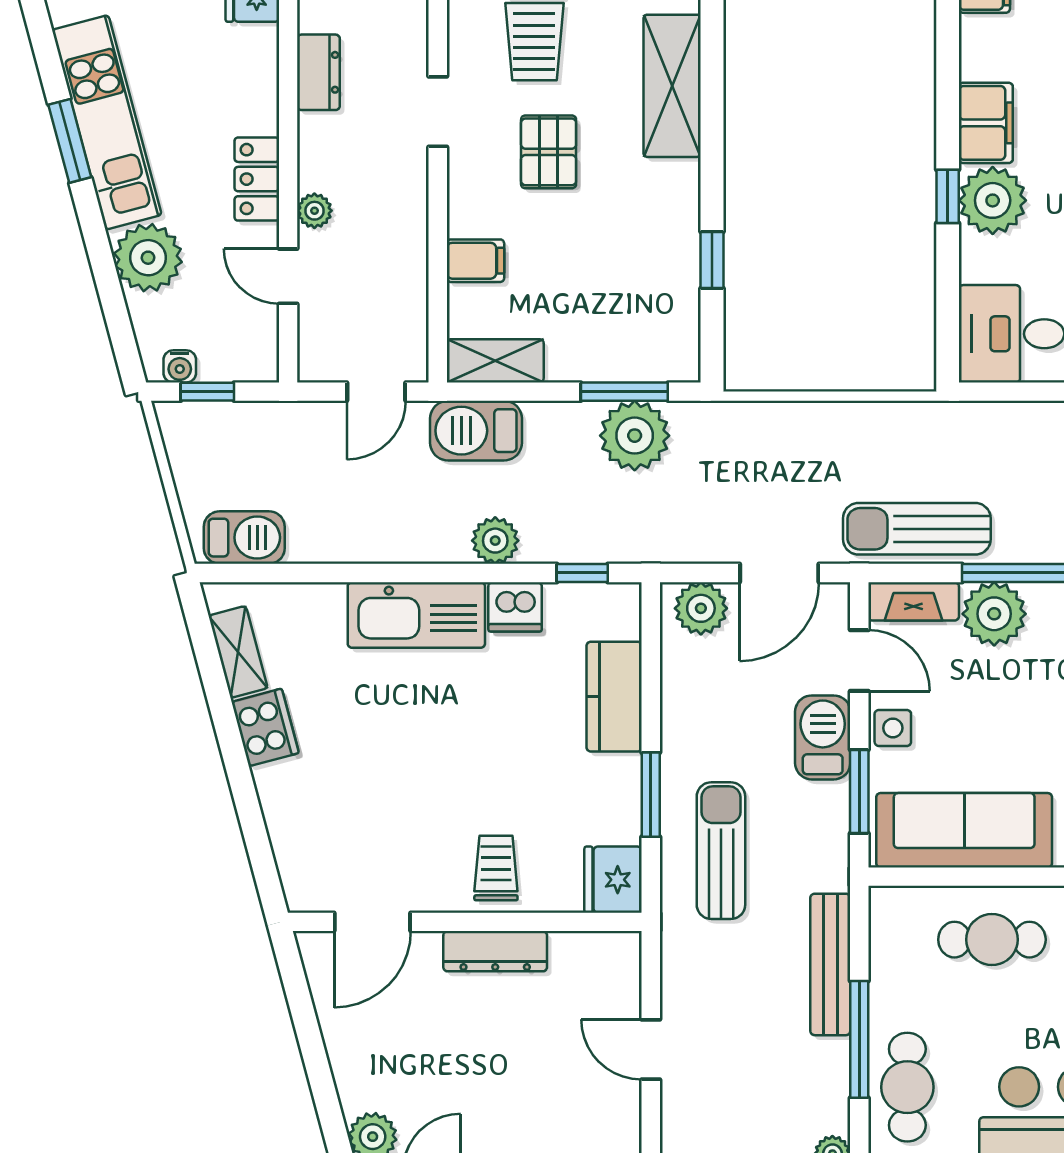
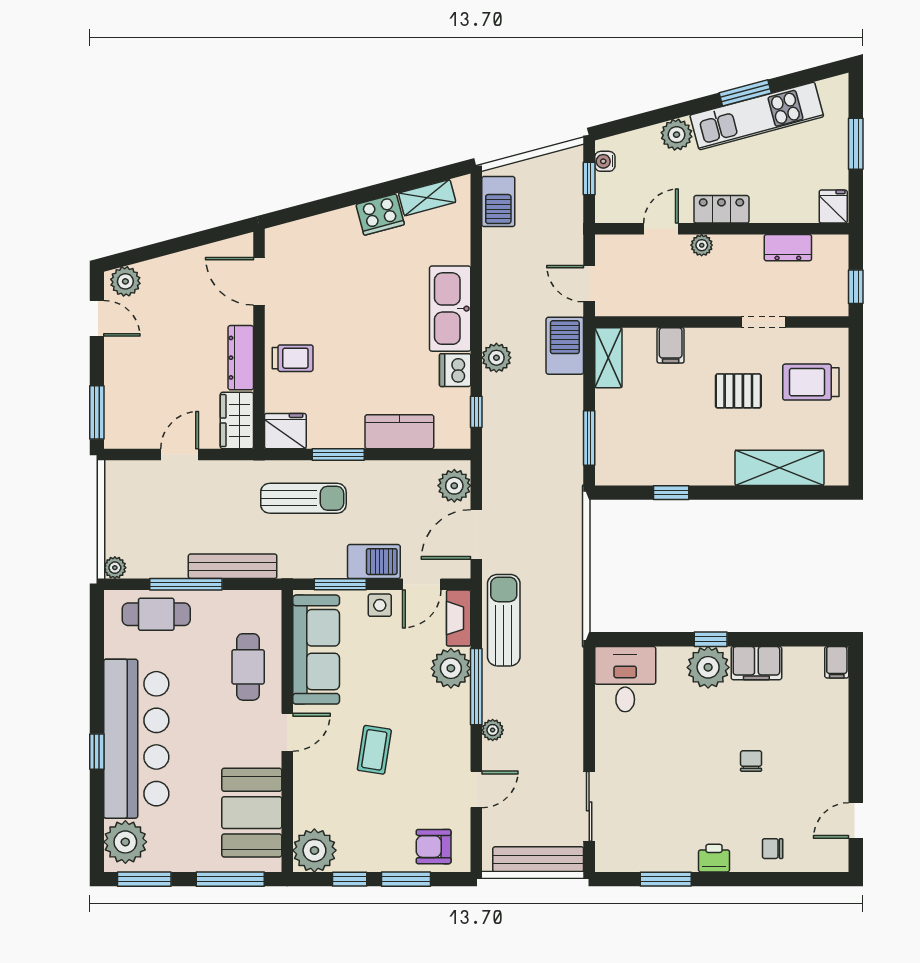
plant: (148, 258) -> (677, 135), width x0.73, depth x0.73
plant: (635, 436) -> (562, 444), removed
door: (779, 573) -> (476, 534), hinge flipped
wardrobe: (596, 957) -> (237, 421), added

